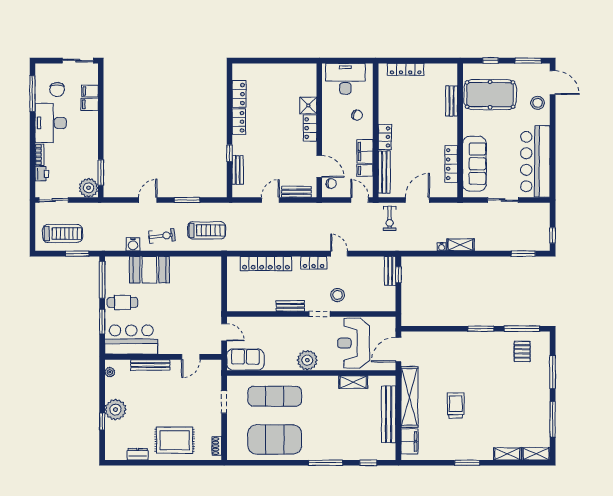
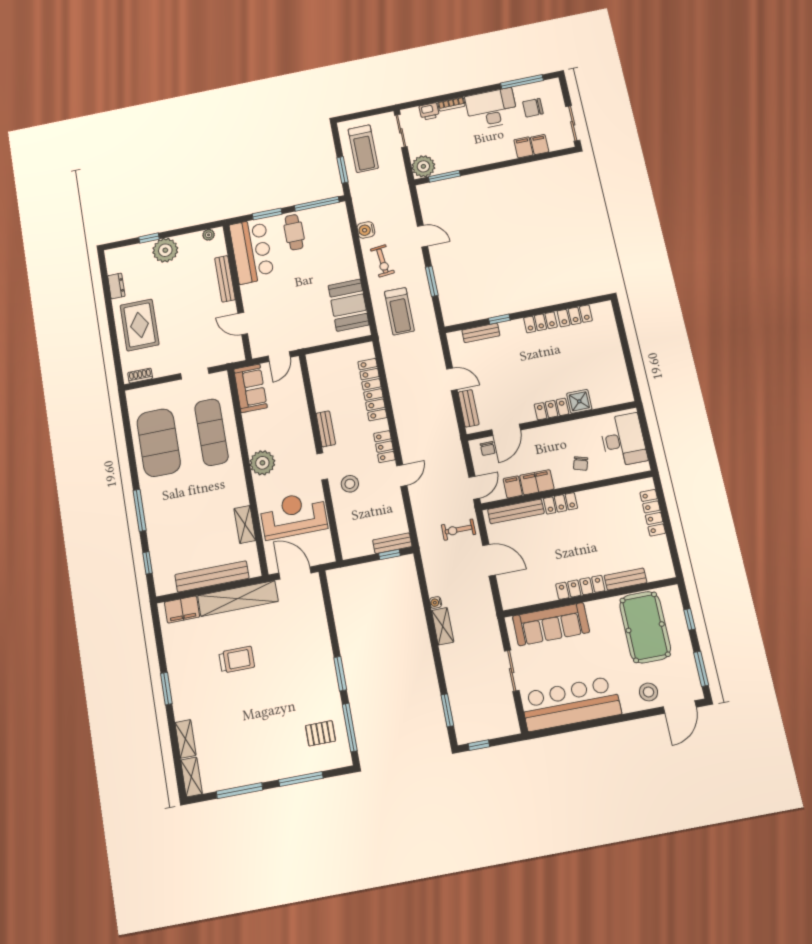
locker: (451, 164) -> (580, 587), moved
booth: (149, 270) -> (349, 305), moved

